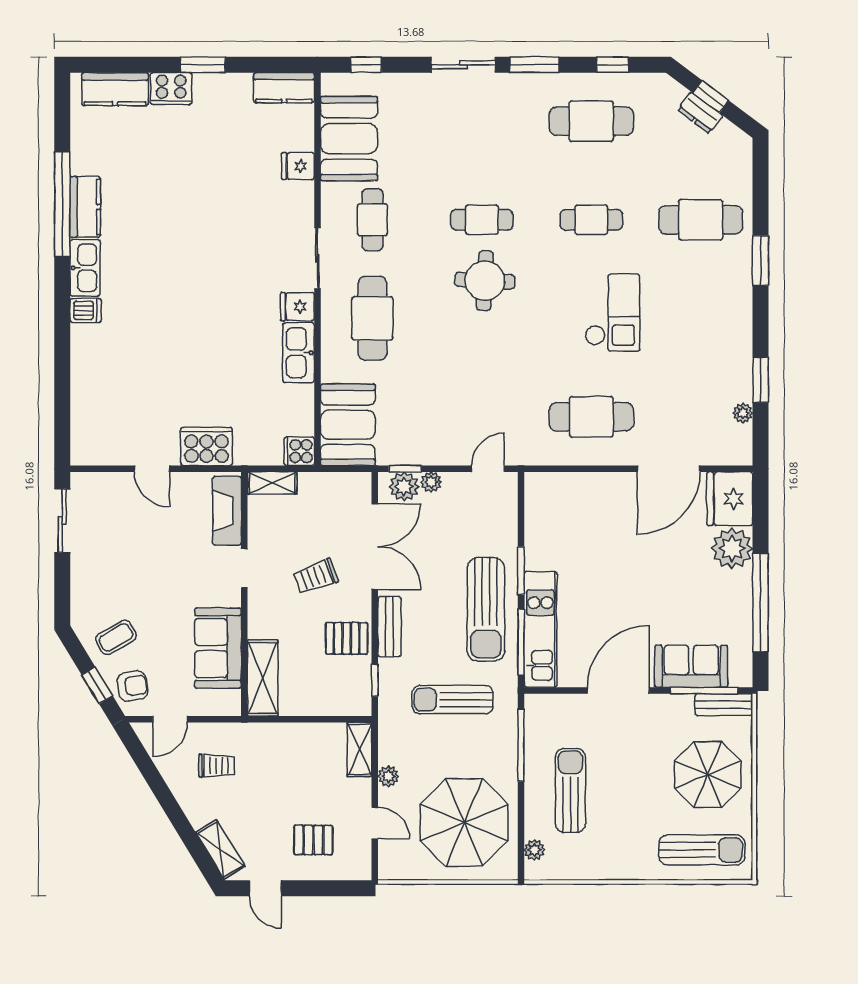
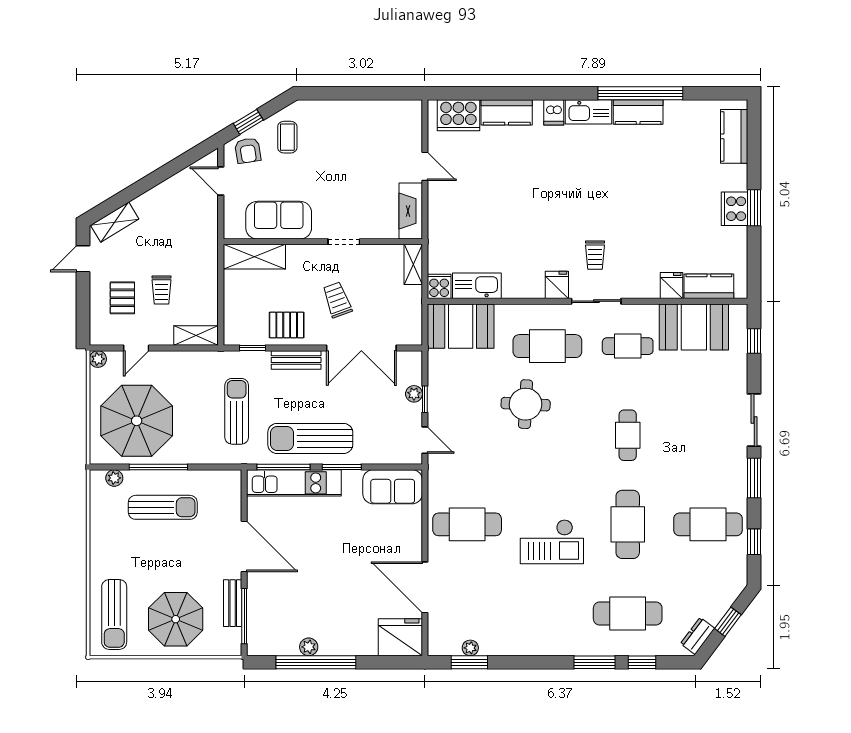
kitchen counter: (284, 88) -> (709, 286), moved, turned 90
cooker: (171, 89) -> (735, 209), moved
dresser: (700, 113) -> (698, 636), moved
cafe table: (591, 121) -> (708, 524), turned 90
window: (760, 202) -> (642, 662), added
cafe table: (591, 220) -> (628, 524), width x1.37, depth x1.35
cafe table: (701, 220) -> (628, 614), turned 90
trolley: (261, 260) -> (595, 255), added
round table: (485, 281) -> (526, 404), moved
kitchen sink: (299, 353) -> (477, 286), moved
kitchen counter: (86, 368) -> (507, 112), added
window: (760, 380) -> (469, 662), moved
cafe table: (591, 417) -> (467, 524), turned 90
cooker: (206, 446) -> (458, 115), moved, turned 90
door: (152, 469) -> (425, 166), swing flipped
window: (405, 469) -> (425, 399), moved
plant: (404, 487) -> (410, 372), removed
fireplace: (227, 511) -> (411, 211), moved, turned -90
sliding door: (62, 521) -> (383, 93), removed
plant: (732, 548) -> (309, 647), moved, width x0.53, depth x0.53
coffee table: (116, 637) -> (287, 137), turned 30
pallet: (347, 638) -> (287, 325), turned 90
sofa: (691, 666) -> (393, 487), moved, turned 90
bench: (724, 705) -> (233, 603), moved
window: (521, 745) -> (158, 467), moved
trolley: (217, 766) -> (161, 290), moved
plant: (388, 776) -> (98, 359), moved

